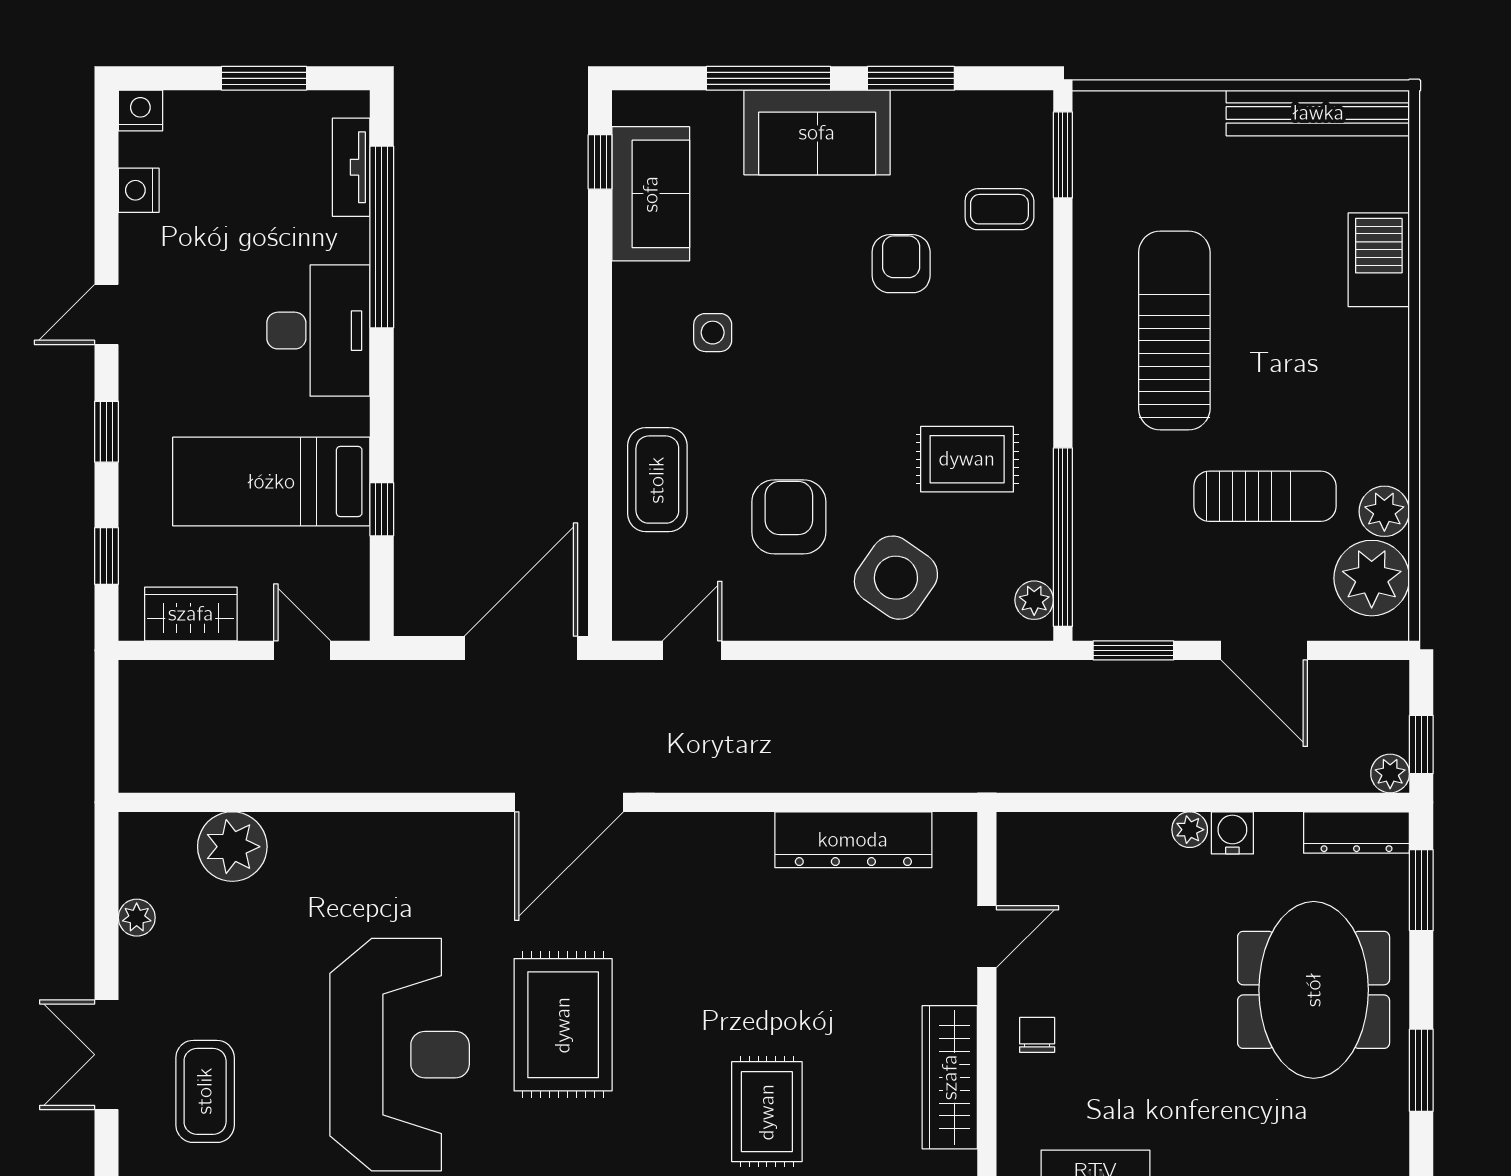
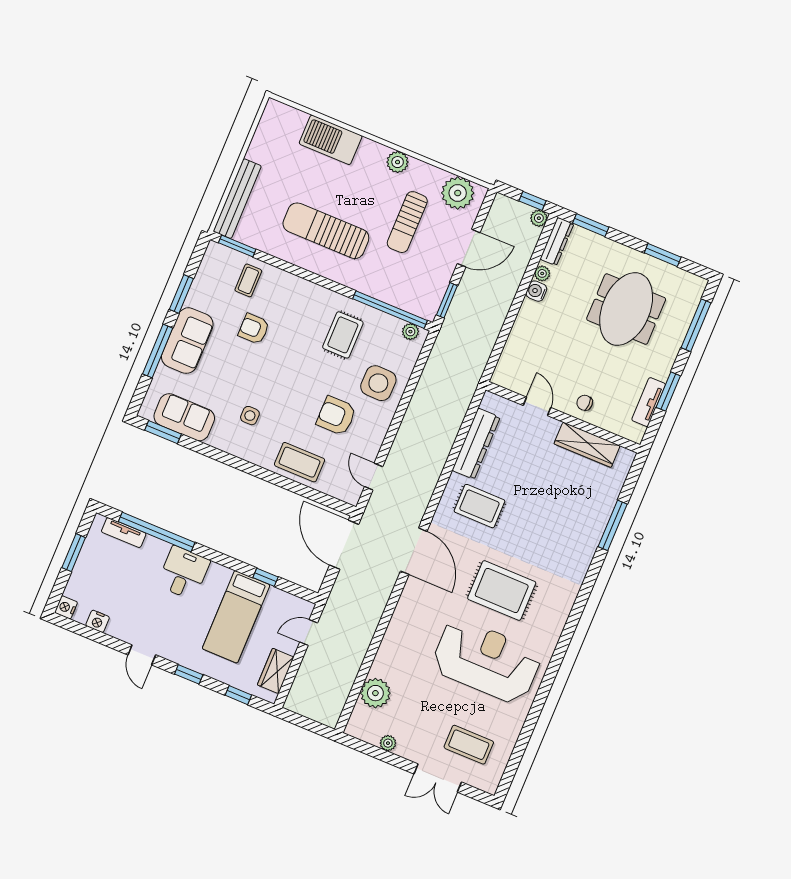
bench: (1318, 113) -> (237, 199), moved
window: (600, 162) -> (163, 432), width x1.50
barbecue: (1379, 260) -> (331, 140), width x1.37, depth x1.21
desk: (318, 331) -> (184, 573), width x0.73
sun lounger: (1265, 496) -> (407, 222), turned 180
plant: (1384, 511) -> (398, 162), moved
side table: (896, 578) -> (378, 383), turned -34
plant: (1190, 830) -> (542, 273), moved
meeting table: (1314, 990) -> (626, 309), moved, turned 90
rug: (767, 1112) -> (479, 506), moved

